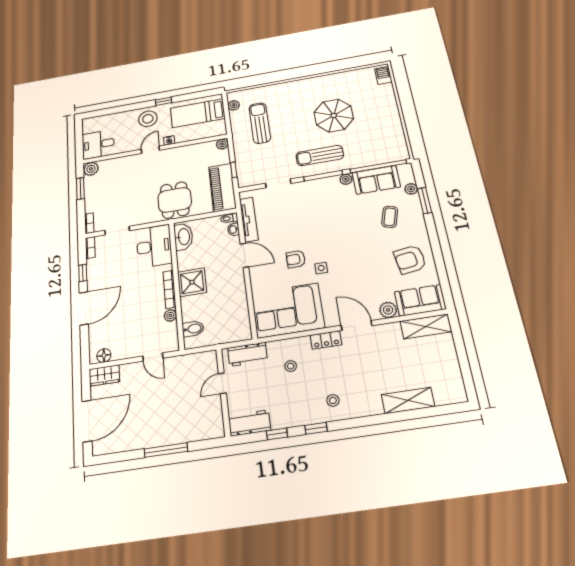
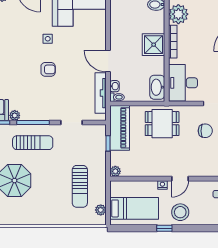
dining table: (175, 200) -> (162, 124), turned 90
chair: (126, 201) -> (205, 131), added
armchair: (296, 259) -> (48, 69), moved
plant: (170, 315) -> (178, 14), width x1.88, depth x1.88

